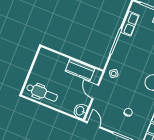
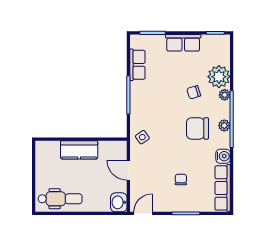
kitchen counter: (80, 70) -> (79, 150), moved
door: (94, 125) -> (143, 213), hinge flipped

